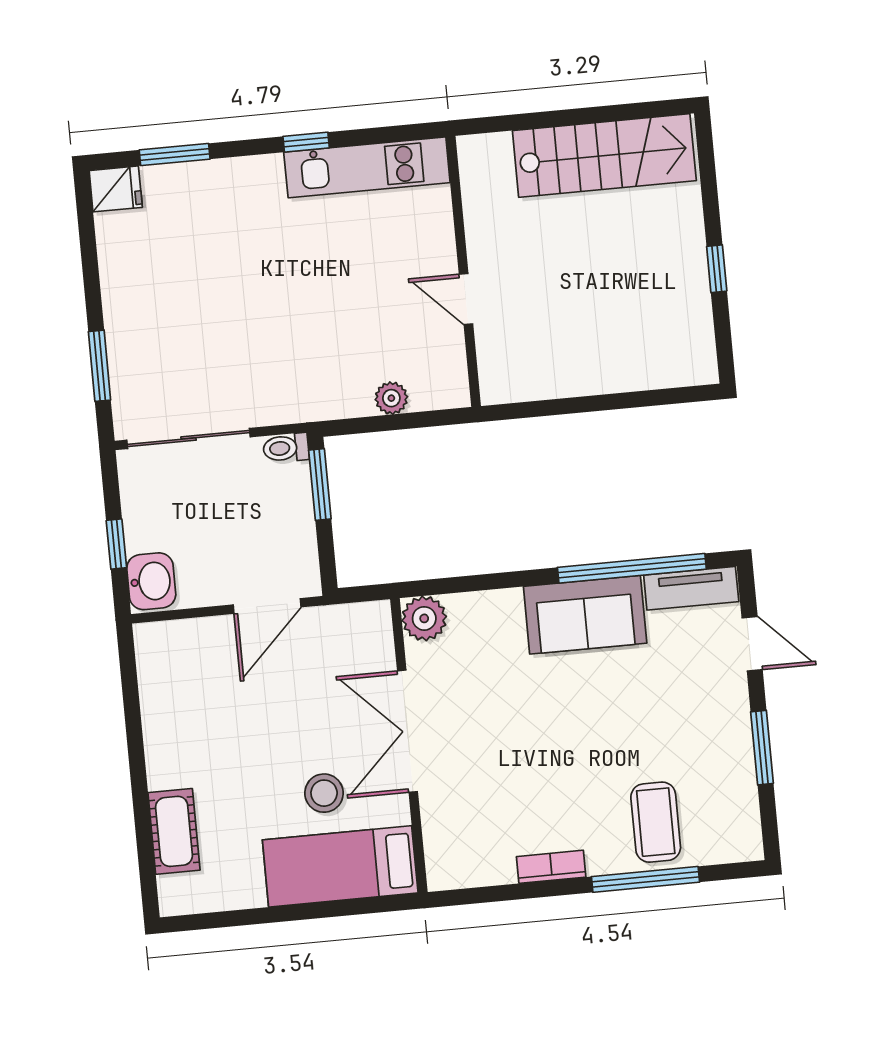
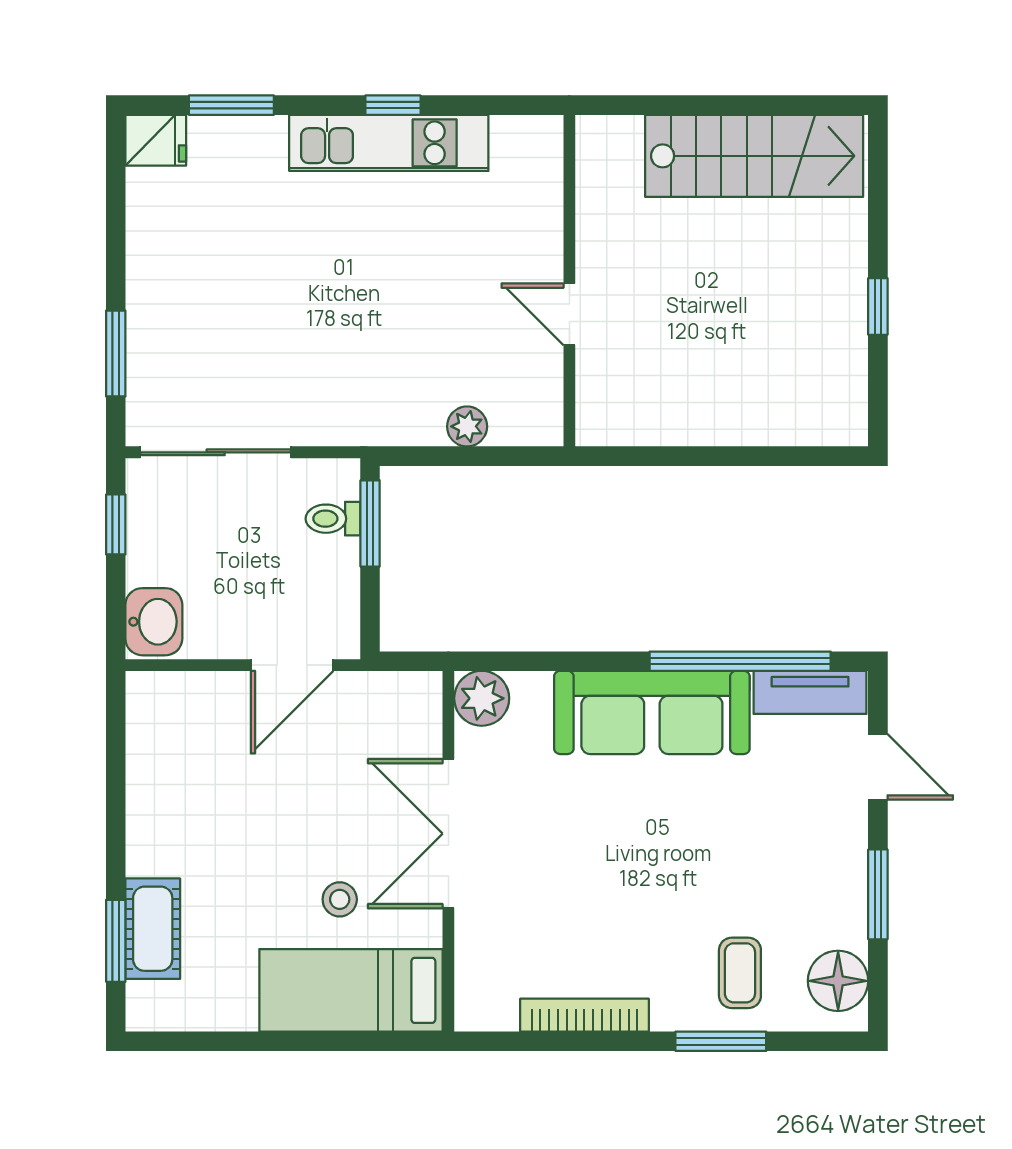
kitchen unit: (367, 167) -> (389, 143), moved
toilet: (286, 448) -> (333, 519), moved
window: (116, 544) -> (116, 524), moved
sofa: (585, 615) -> (652, 712), width x1.36
stool: (324, 793) -> (340, 899), width x0.73, depth x0.73
floor lamp: (736, 821) -> (838, 981), added
coffee table: (656, 822) -> (740, 973), width x0.73, depth x0.77
window: (145, 844) -> (116, 941), added
bookcase: (551, 867) -> (584, 1015), width x1.56
window: (645, 879) -> (721, 1041), width x0.69

